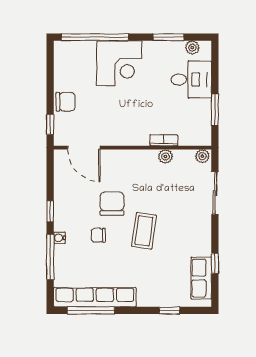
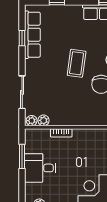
desk: (191, 80) -> (40, 168), moved
plant: (165, 156) -> (44, 120), moved
row of seats: (201, 278) -> (32, 35), width x1.48

